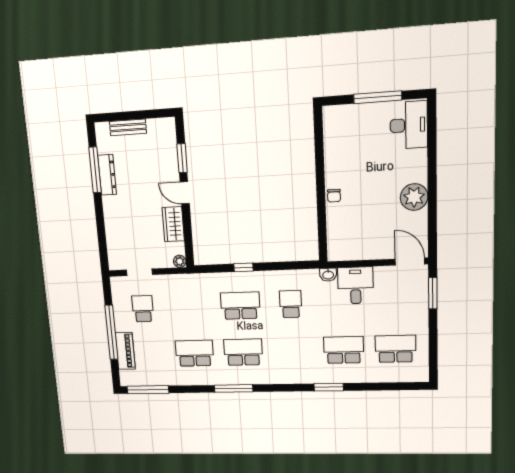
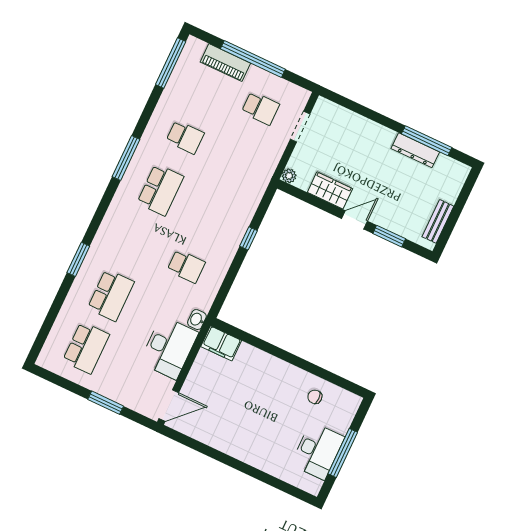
desk: (409, 125) -> (318, 451), moved, turned -90
bench: (128, 127) -> (438, 221), moved
chair: (334, 196) -> (315, 397), moved
plant: (414, 197) -> (230, 440), removed
filing cabinet: (337, 246) -> (221, 343), added
desk: (356, 285) -> (169, 348), width x1.37
window: (433, 293) -> (106, 403), moved
school desk: (240, 306) -> (211, 214), removed
school desk: (195, 353) -> (185, 137), width x0.54

